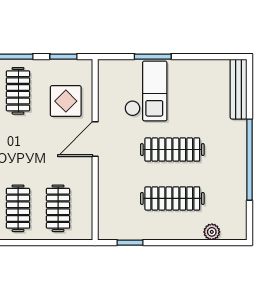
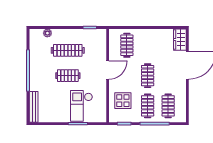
door: (95, 139) -> (108, 70), moved
clothes rail: (172, 150) -> (68, 76), width x0.73
clothes rail: (18, 208) -> (148, 76), moved

